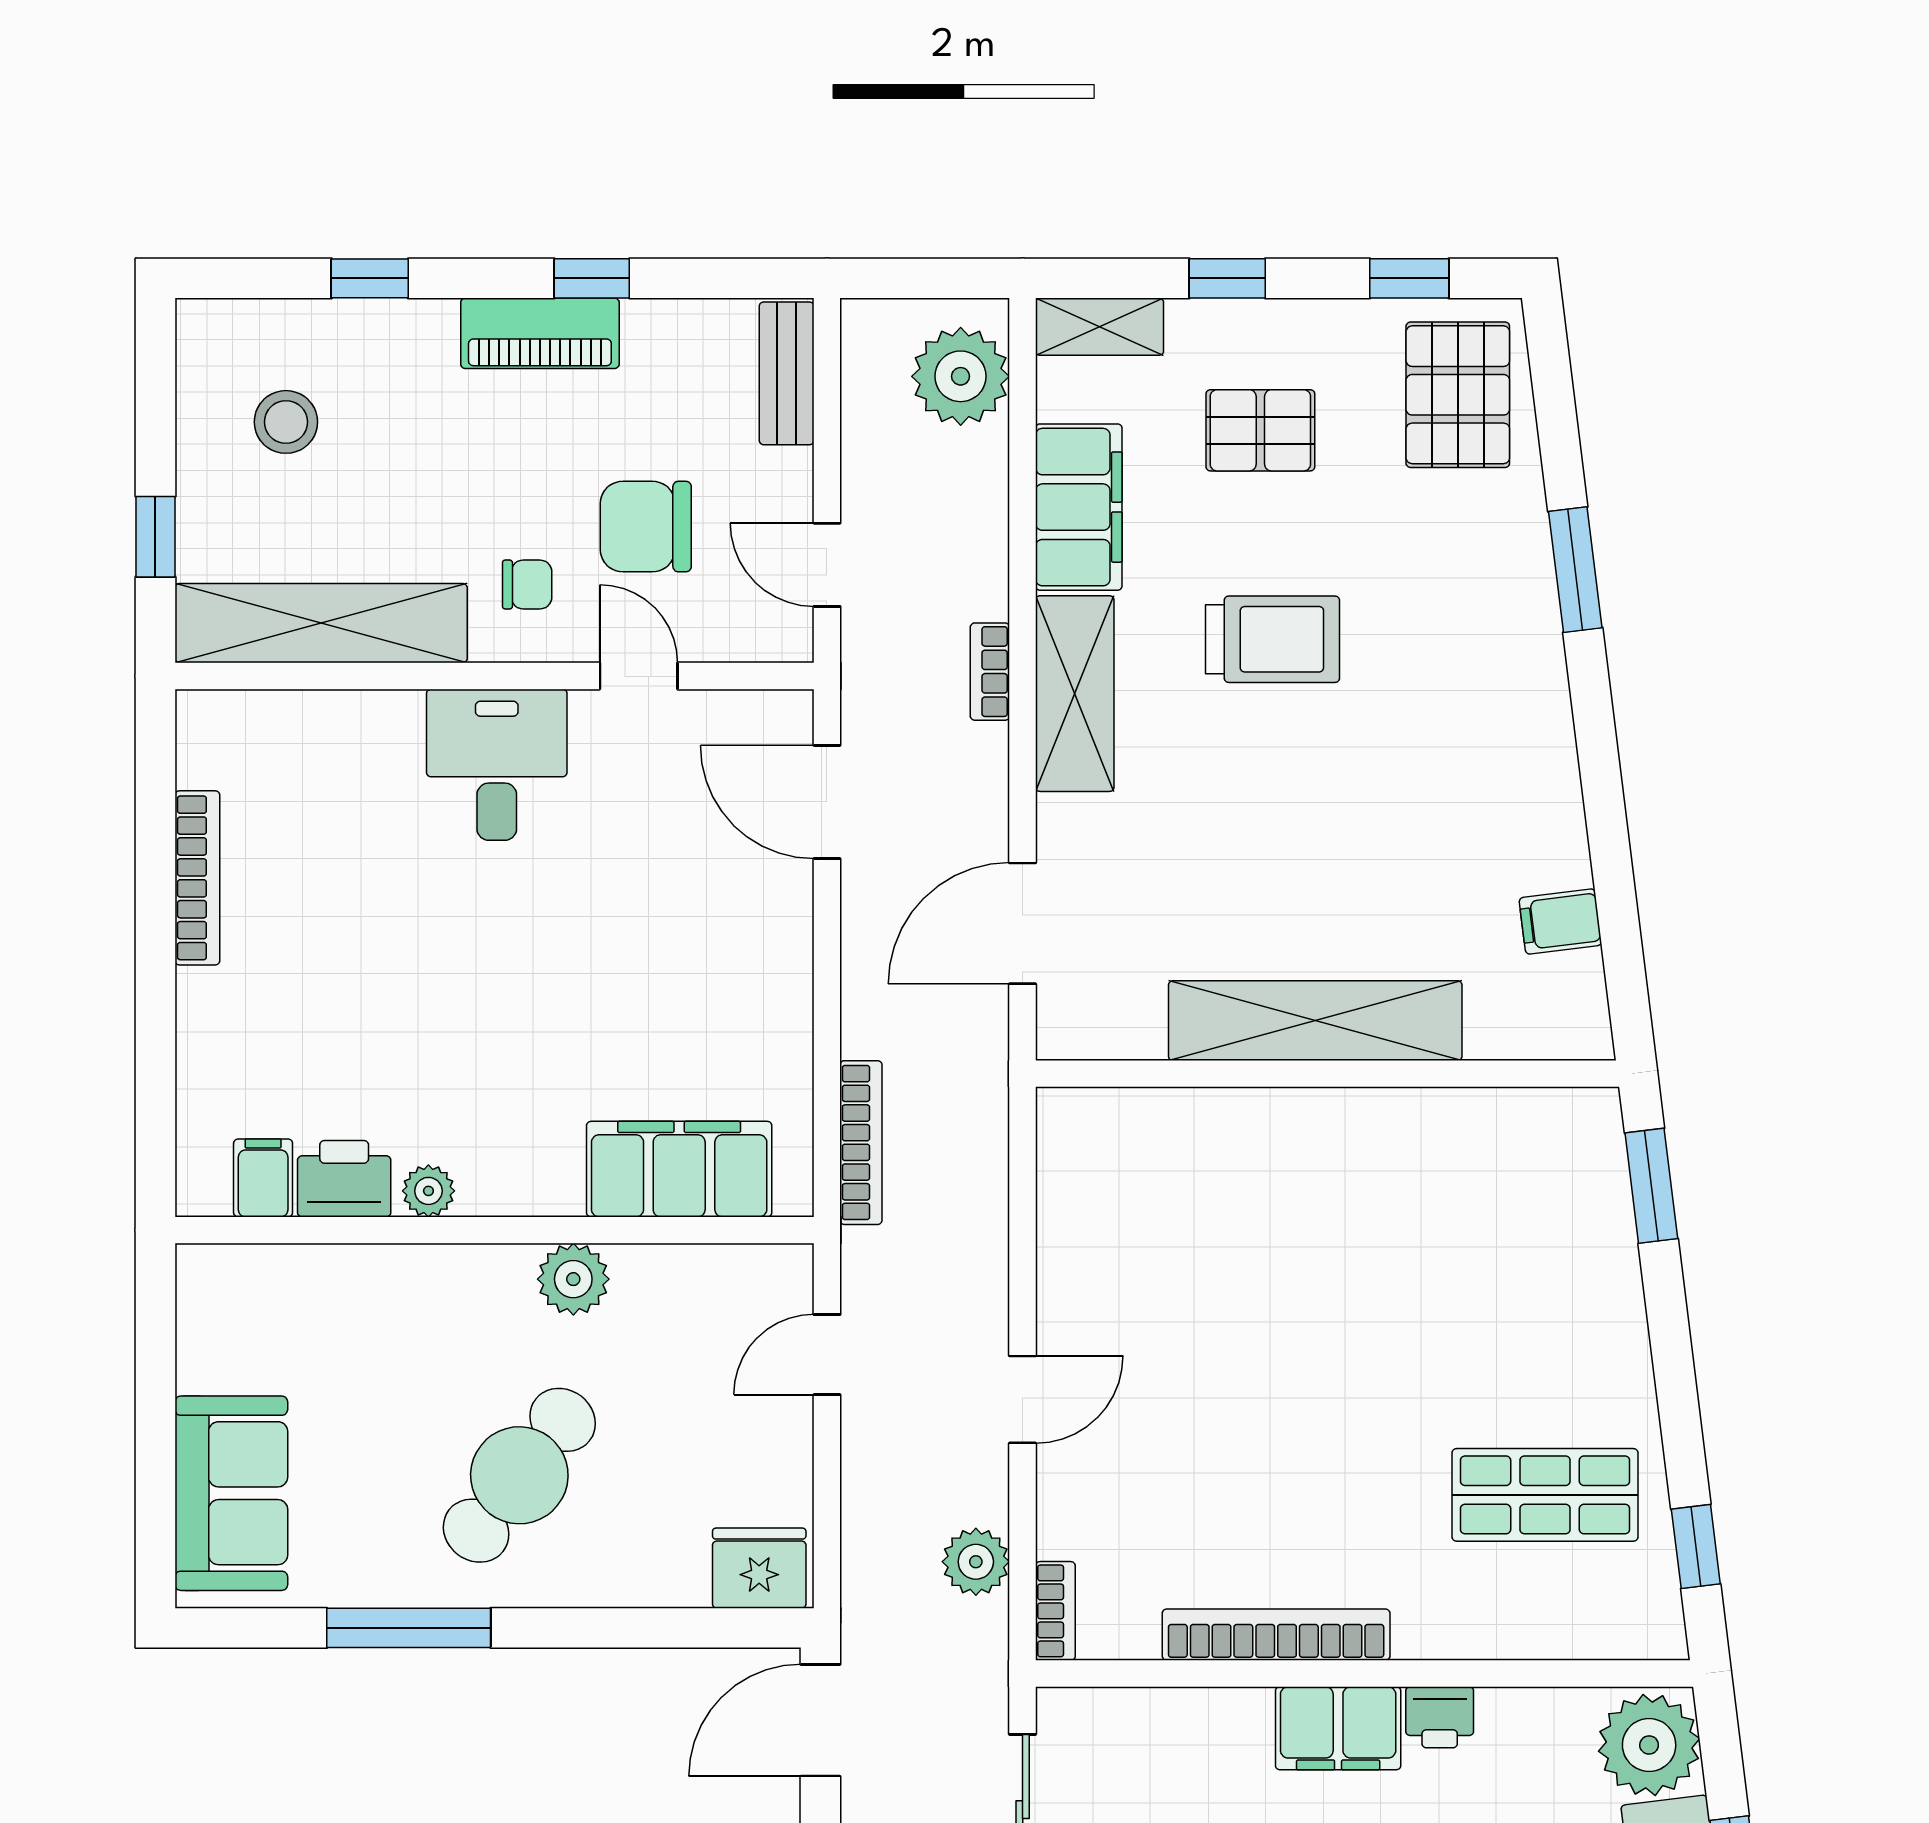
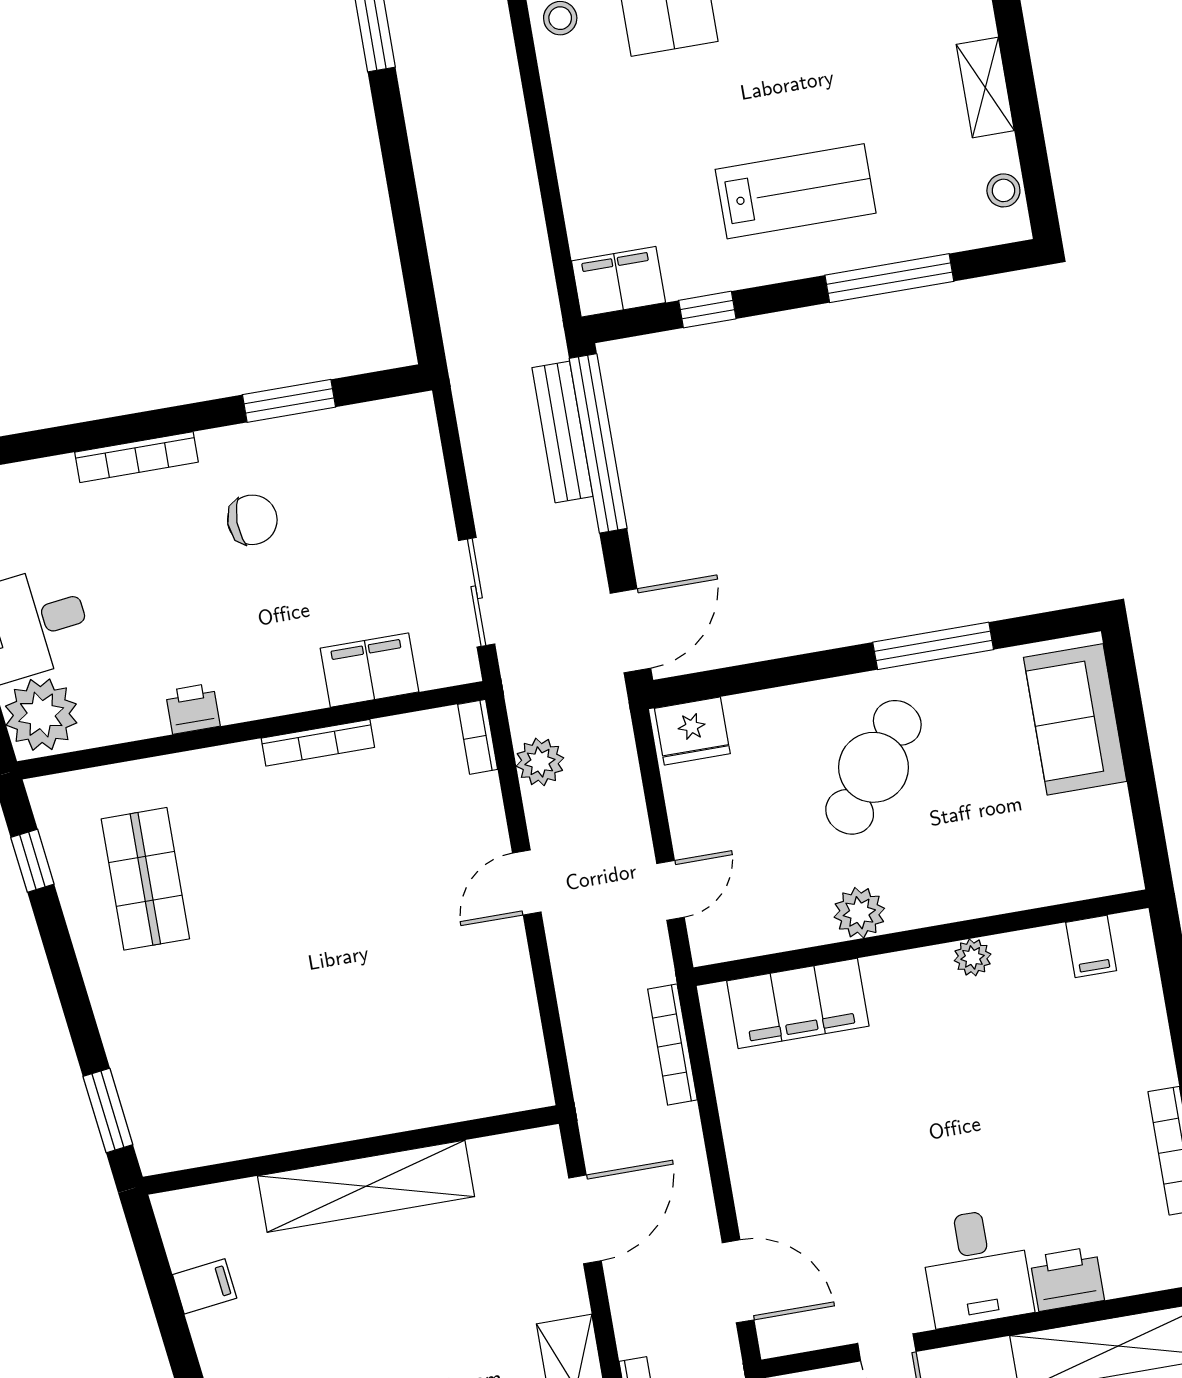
printer: (344, 1179) -> (1067, 1279), moved, turned 180
shop shelf: (1545, 1495) -> (145, 879), turned 90
bookcase: (1276, 1635) -> (318, 743), width x0.68, depth x0.76
filing cabinet: (1338, 1728) -> (369, 670), moved

